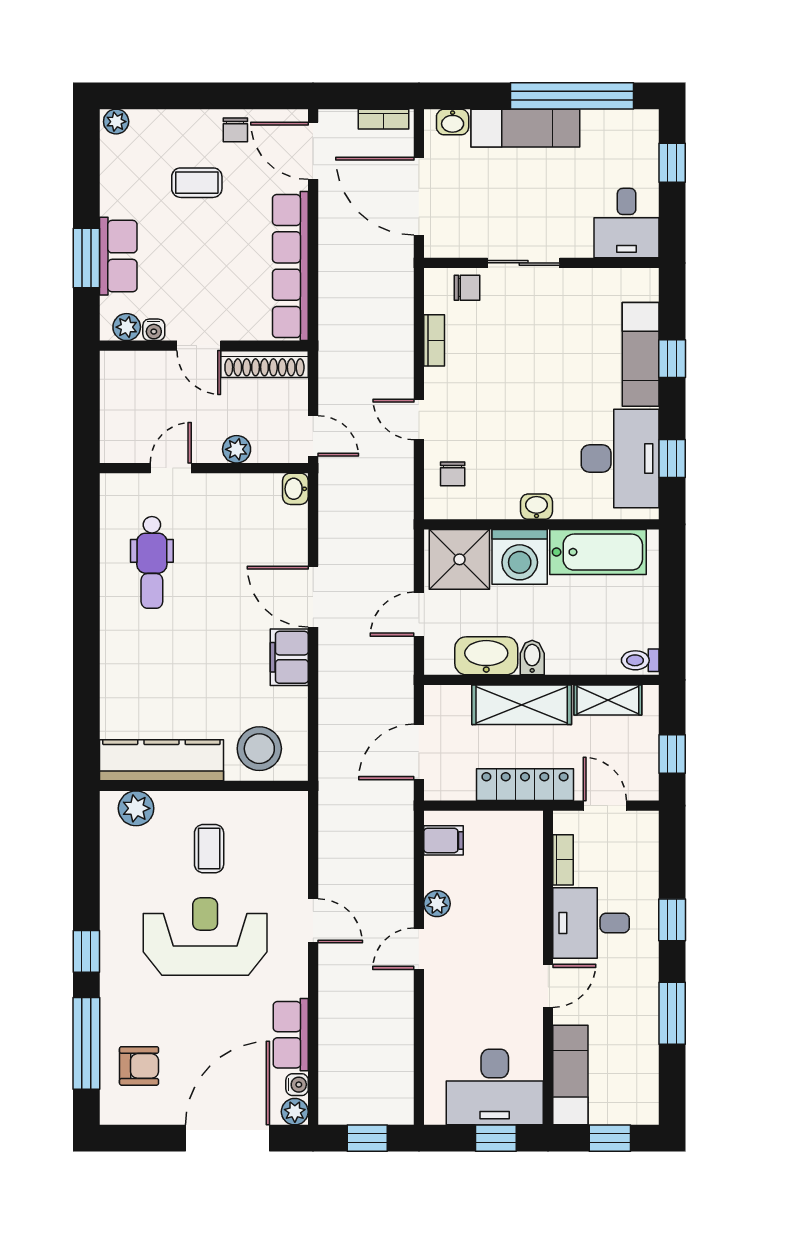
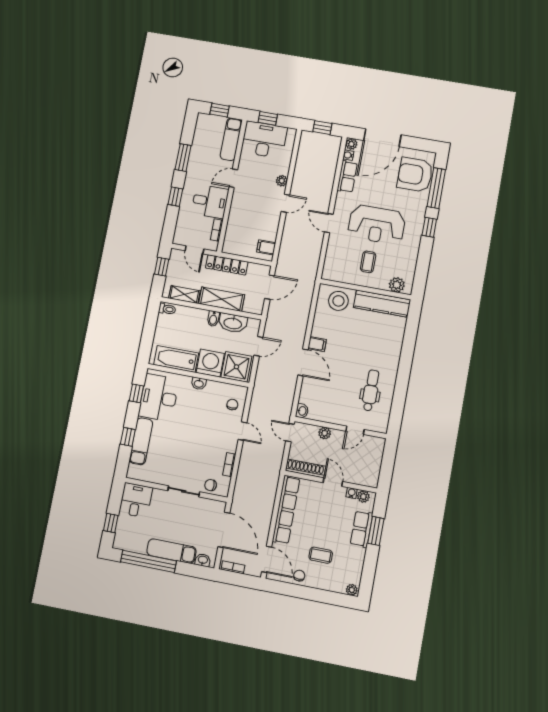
filing cabinet: (289, 657) -> (317, 344), width x0.50
plant: (437, 904) -> (282, 181), moved
armchair: (139, 1066) -> (415, 175), width x1.88, depth x1.88

